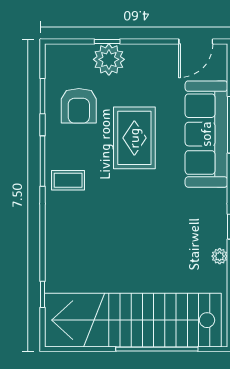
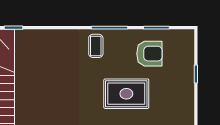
plant: (109, 59) -> (183, 75), removed
armchair: (79, 106) -> (149, 54), turned 180

